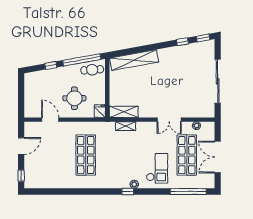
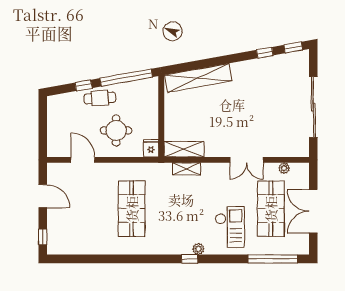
cafe table: (92, 70) -> (100, 98), moved
door: (21, 146) -> (43, 196), hinge flipped

